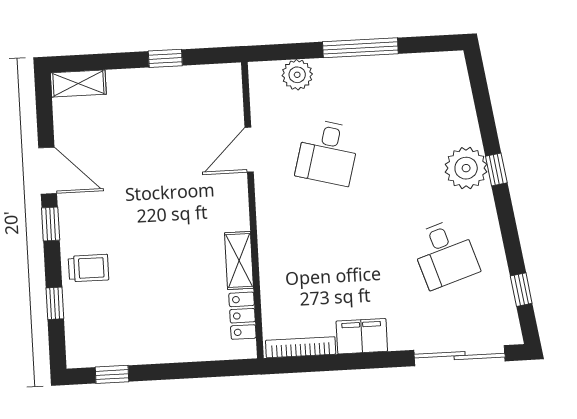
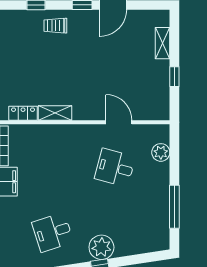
window: (360, 48) -> (174, 207), moved
shelving: (78, 83) -> (163, 43), moved
trolley: (89, 268) -> (55, 26), turned 90

